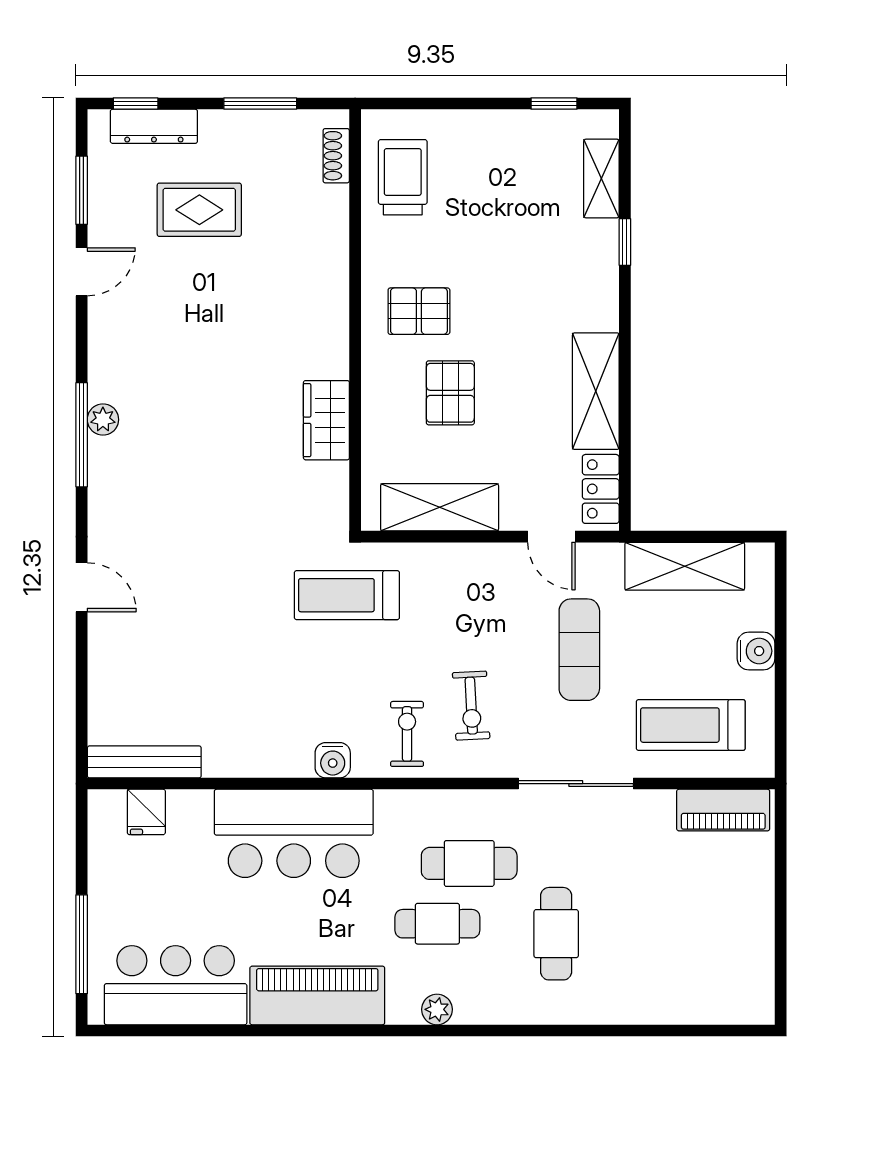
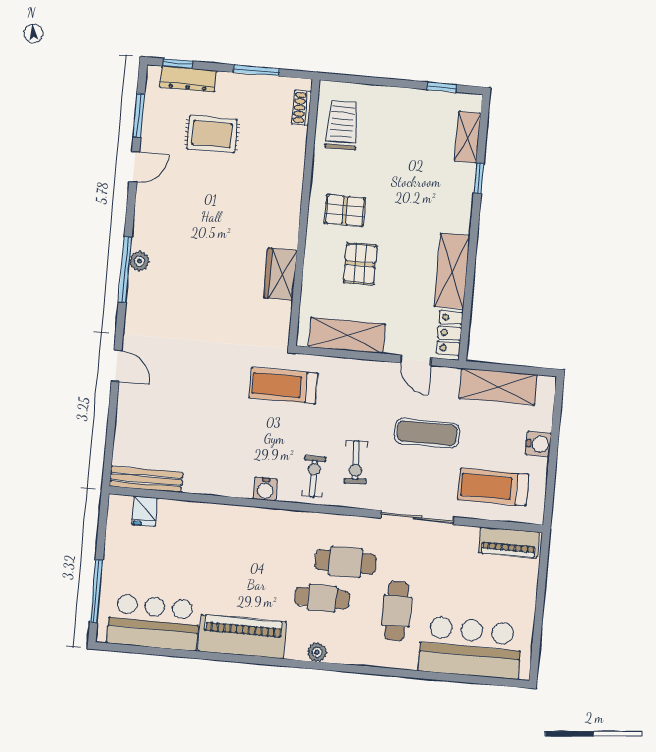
exercise mat: (579, 650) -> (427, 433), turned 90
bar counter: (294, 833) -> (470, 648), moved, turned 180

